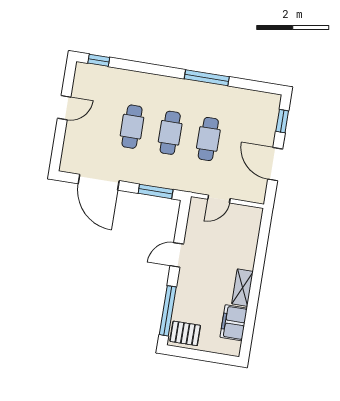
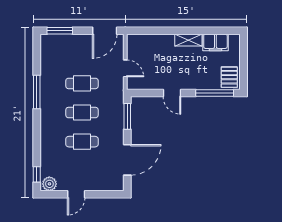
plant: (84, 75) -> (49, 184), added
door: (64, 108) -> (76, 194), swing flipped
window: (282, 121) -> (60, 31), width x1.50
door: (275, 164) -> (105, 31), moved

